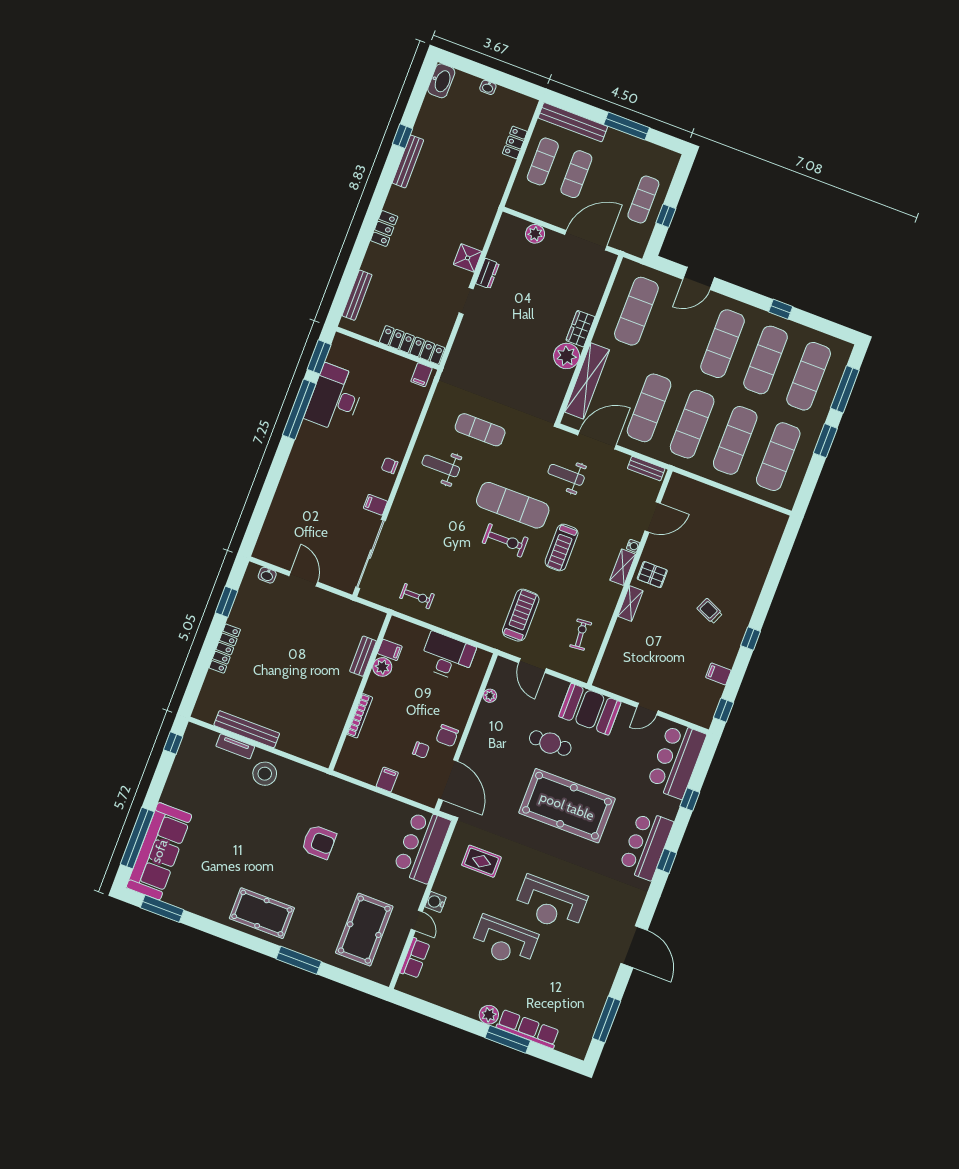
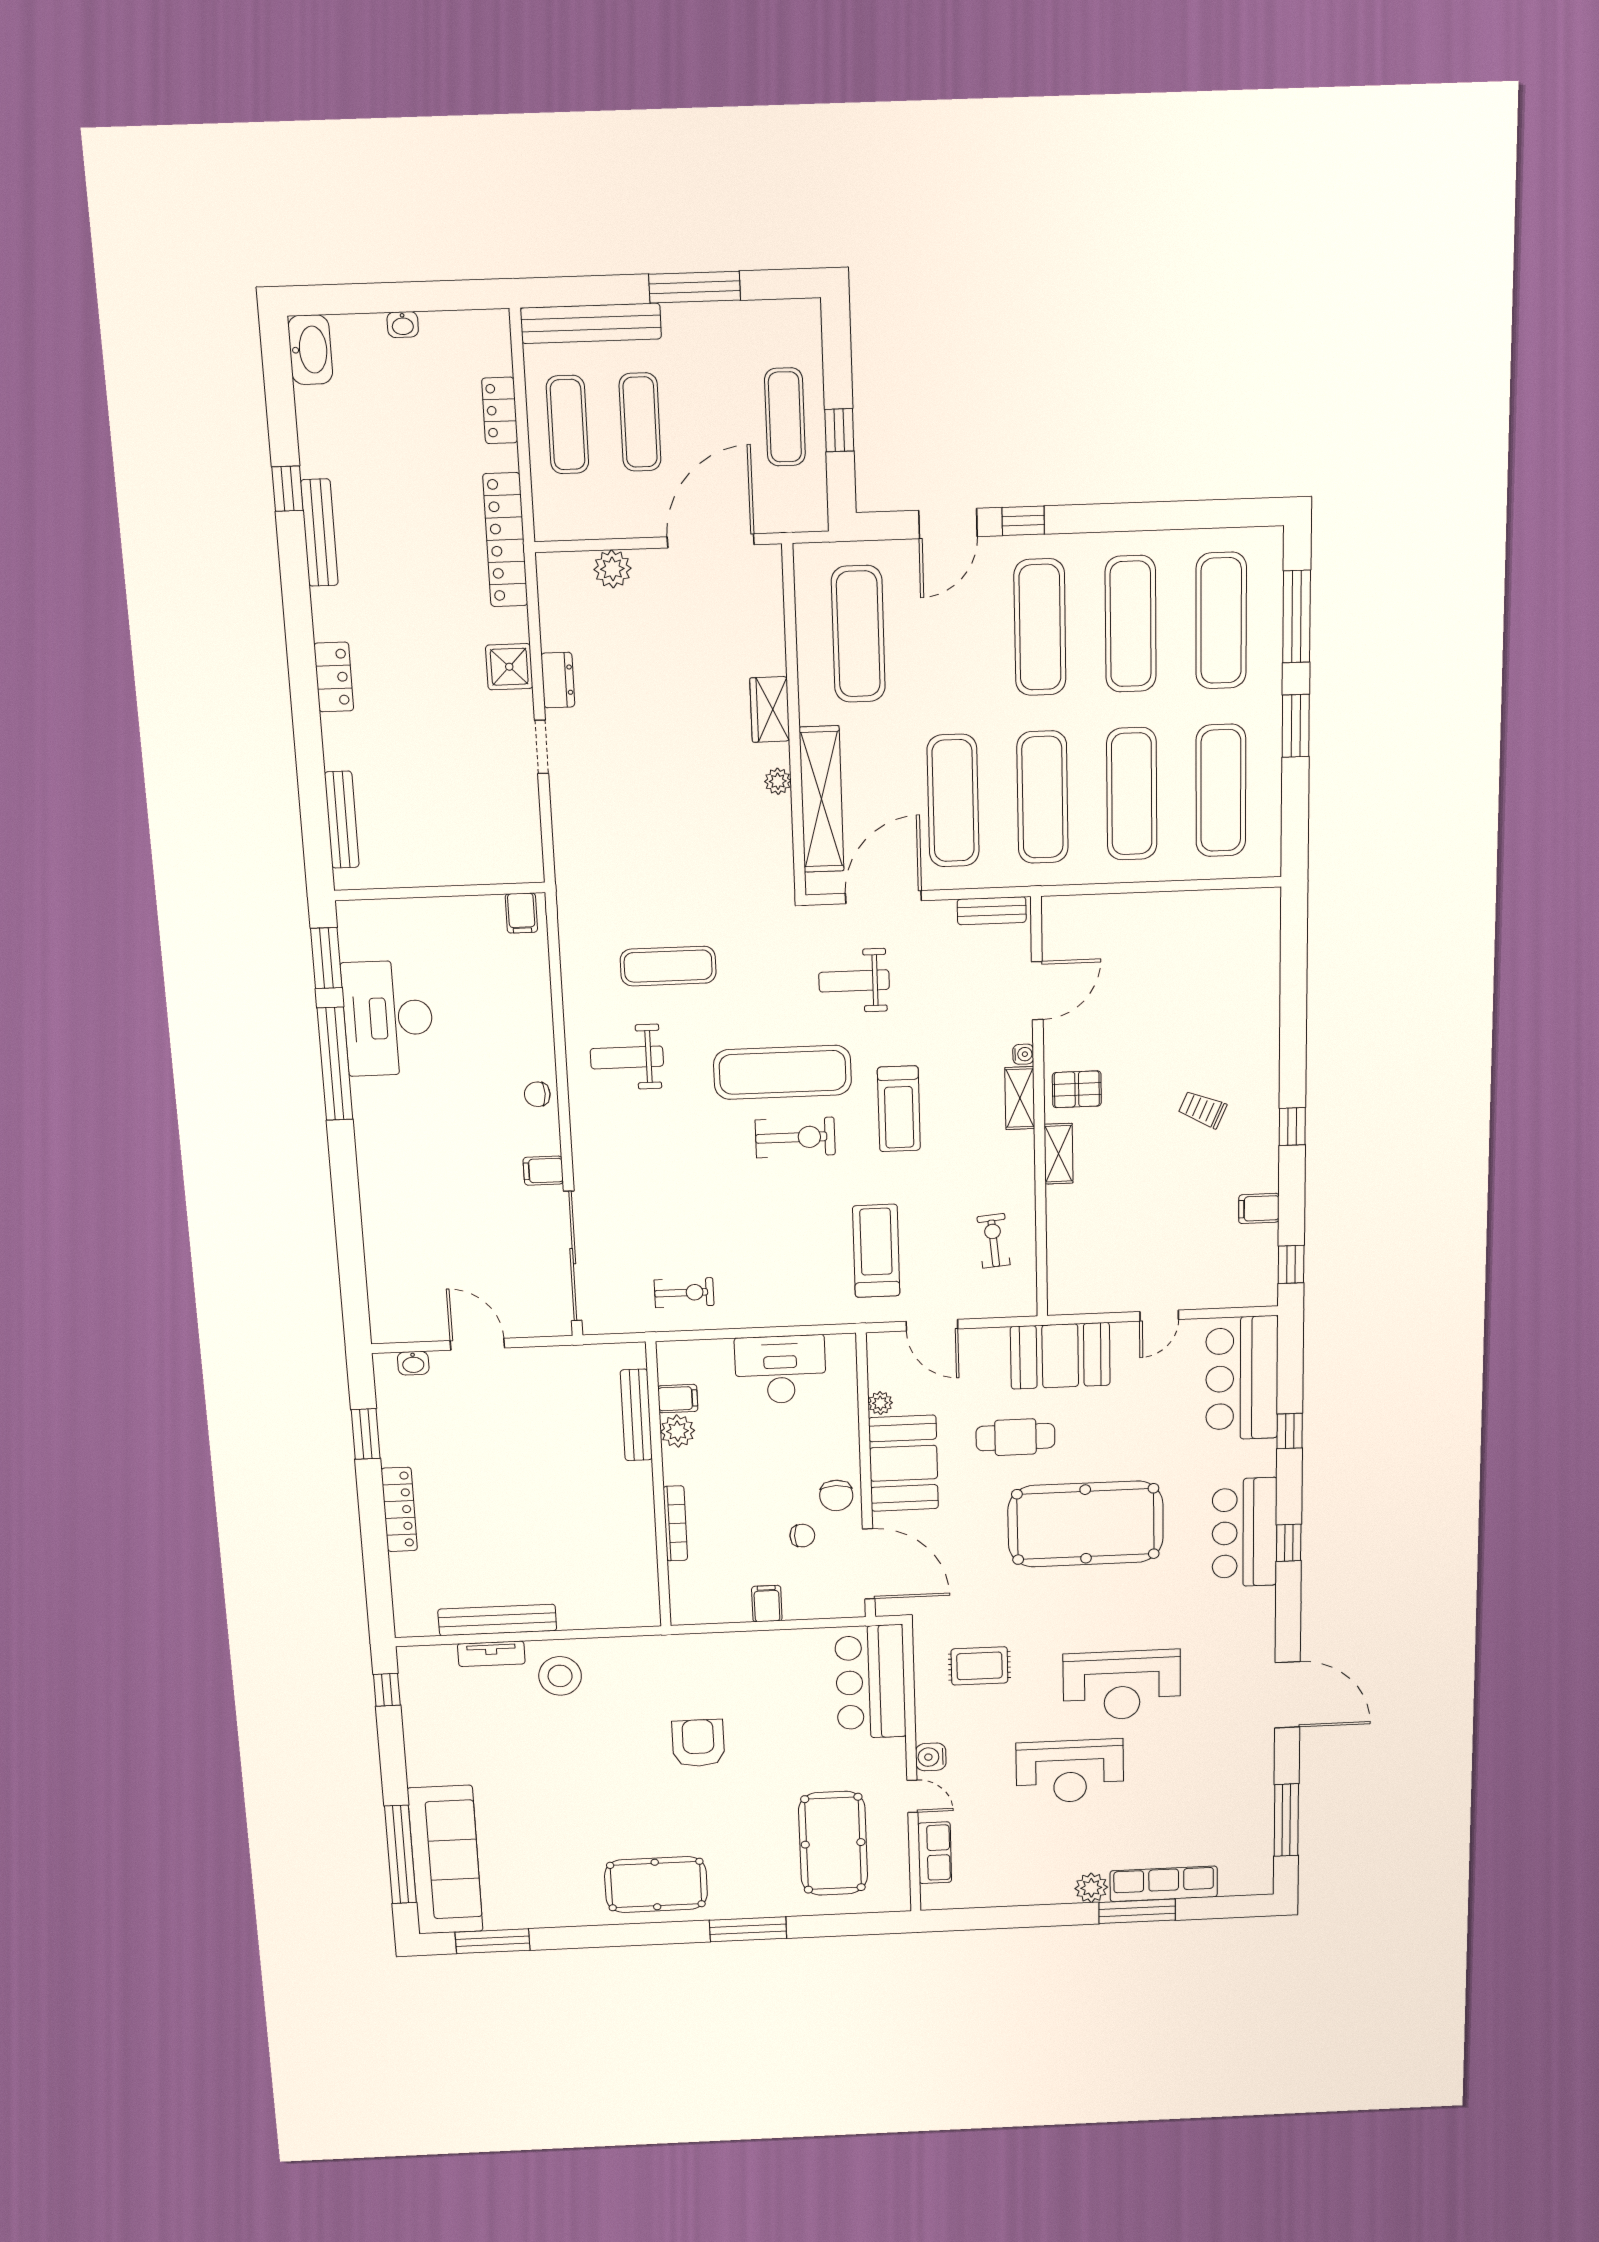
window: (781, 309) -> (1023, 521), moved
locker: (412, 345) -> (505, 540), moved, turned -90
plant: (567, 356) -> (778, 781), width x0.53, depth x0.53
bench: (363, 656) -> (636, 1415), width x1.36
booth: (488, 733) -> (904, 1463), added
armchair: (319, 842) -> (698, 1743), turned -90

